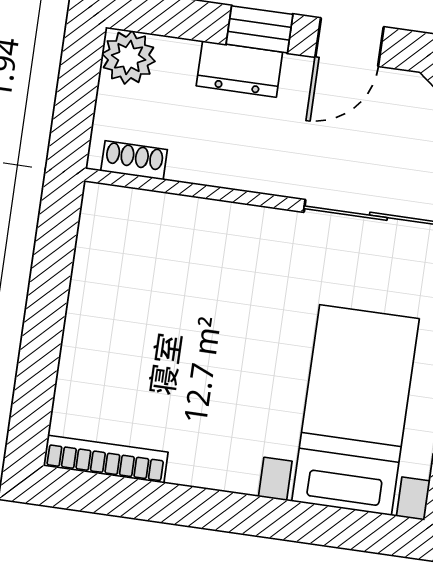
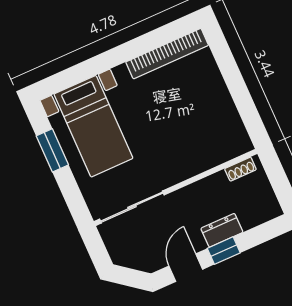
plant: (129, 57) -> (268, 208), removed
bookcase: (106, 459) -> (167, 54), width x1.48, depth x1.31

